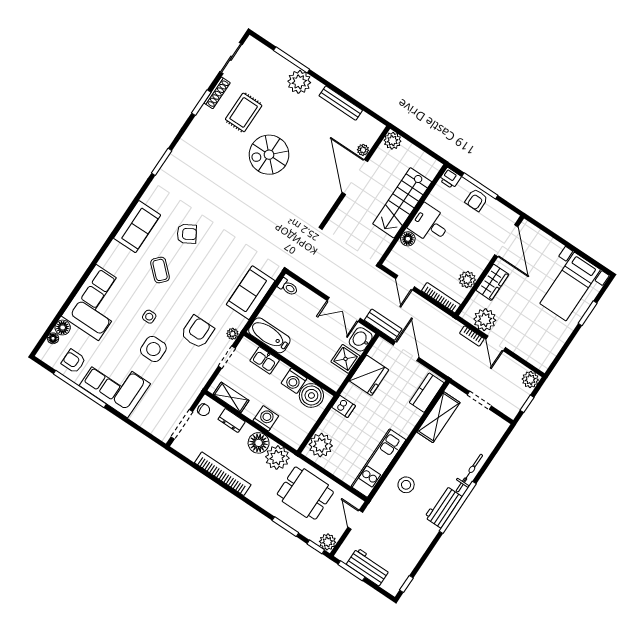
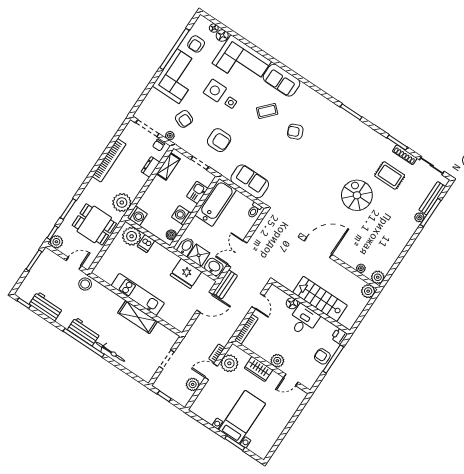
plant: (299, 82) -> (419, 217), width x0.53, depth x0.53
bench: (341, 103) -> (432, 198), moved
plant: (375, 128) -> (378, 277), added
door: (355, 177) -> (318, 248), moved
sofa: (137, 227) -> (281, 80), moved
armchair: (187, 234) -> (295, 132), turned 98
door: (506, 241) -> (291, 380), width x0.53
plant: (467, 279) -> (277, 361), moved
door: (405, 283) -> (258, 301), swing flipped
bed with nightstands: (570, 287) -> (242, 417), moved, turned 90
plant: (233, 334) -> (170, 136), moved
bathtub: (269, 335) -> (216, 202), width x1.36, depth x1.36
side table: (153, 349) -> (215, 90), moved
armchair: (73, 361) -> (196, 44), turned 180
bidet: (334, 375) -> (186, 246), added
armchair: (170, 377) -> (184, 119), added
plant: (530, 380) -> (193, 384), moved
kitchen counter: (427, 393) -> (173, 318), removed
boiler: (311, 395) -> (171, 235), width x0.54, depth x0.54
dishwasher: (344, 406) -> (146, 243), moved
shelving: (438, 417) -> (138, 317), moved
washing machine: (266, 418) -> (137, 216), moved
floor lamp: (259, 443) -> (133, 188), removed
kitchen unit: (379, 463) -> (138, 294), moved
stool: (406, 485) -> (85, 284), moved
dining table: (305, 493) -> (94, 224), turned 90
workbench: (368, 567) -> (46, 306), moved, turned -90

